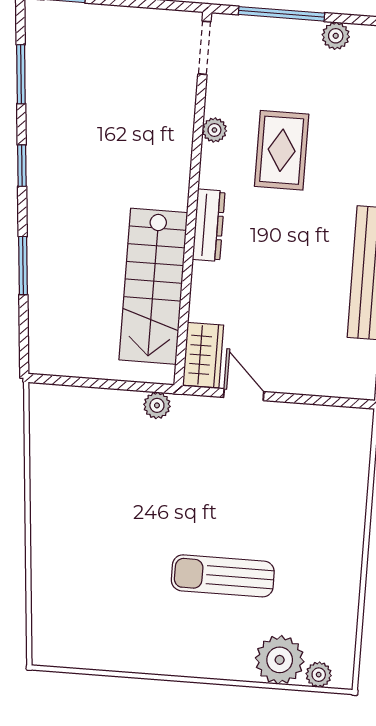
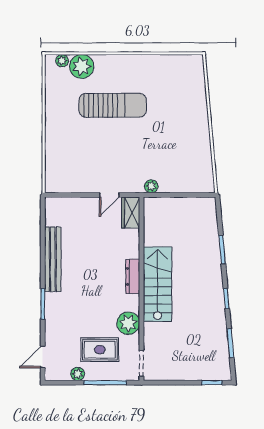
plant: (214, 130) -> (128, 323), width x1.88, depth x1.88
rug: (282, 150) -> (100, 350), moved, turned 90
stairs: (153, 286) -> (158, 284), moved
door: (244, 395) -> (109, 195), hinge flipped
sun lounger: (223, 576) -> (113, 105), width x1.36, depth x1.34

